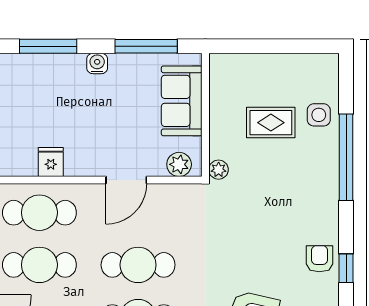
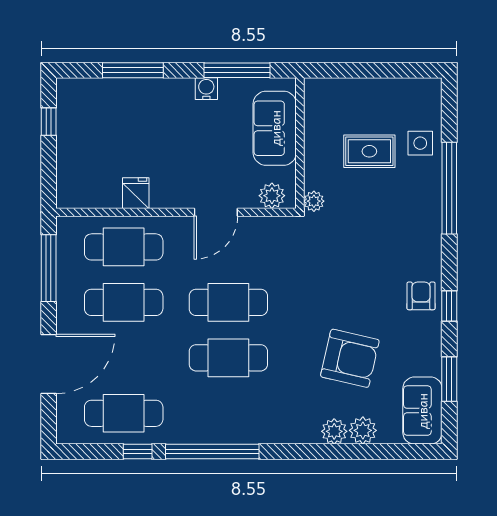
water cooler: (97, 63) -> (206, 89), moved

